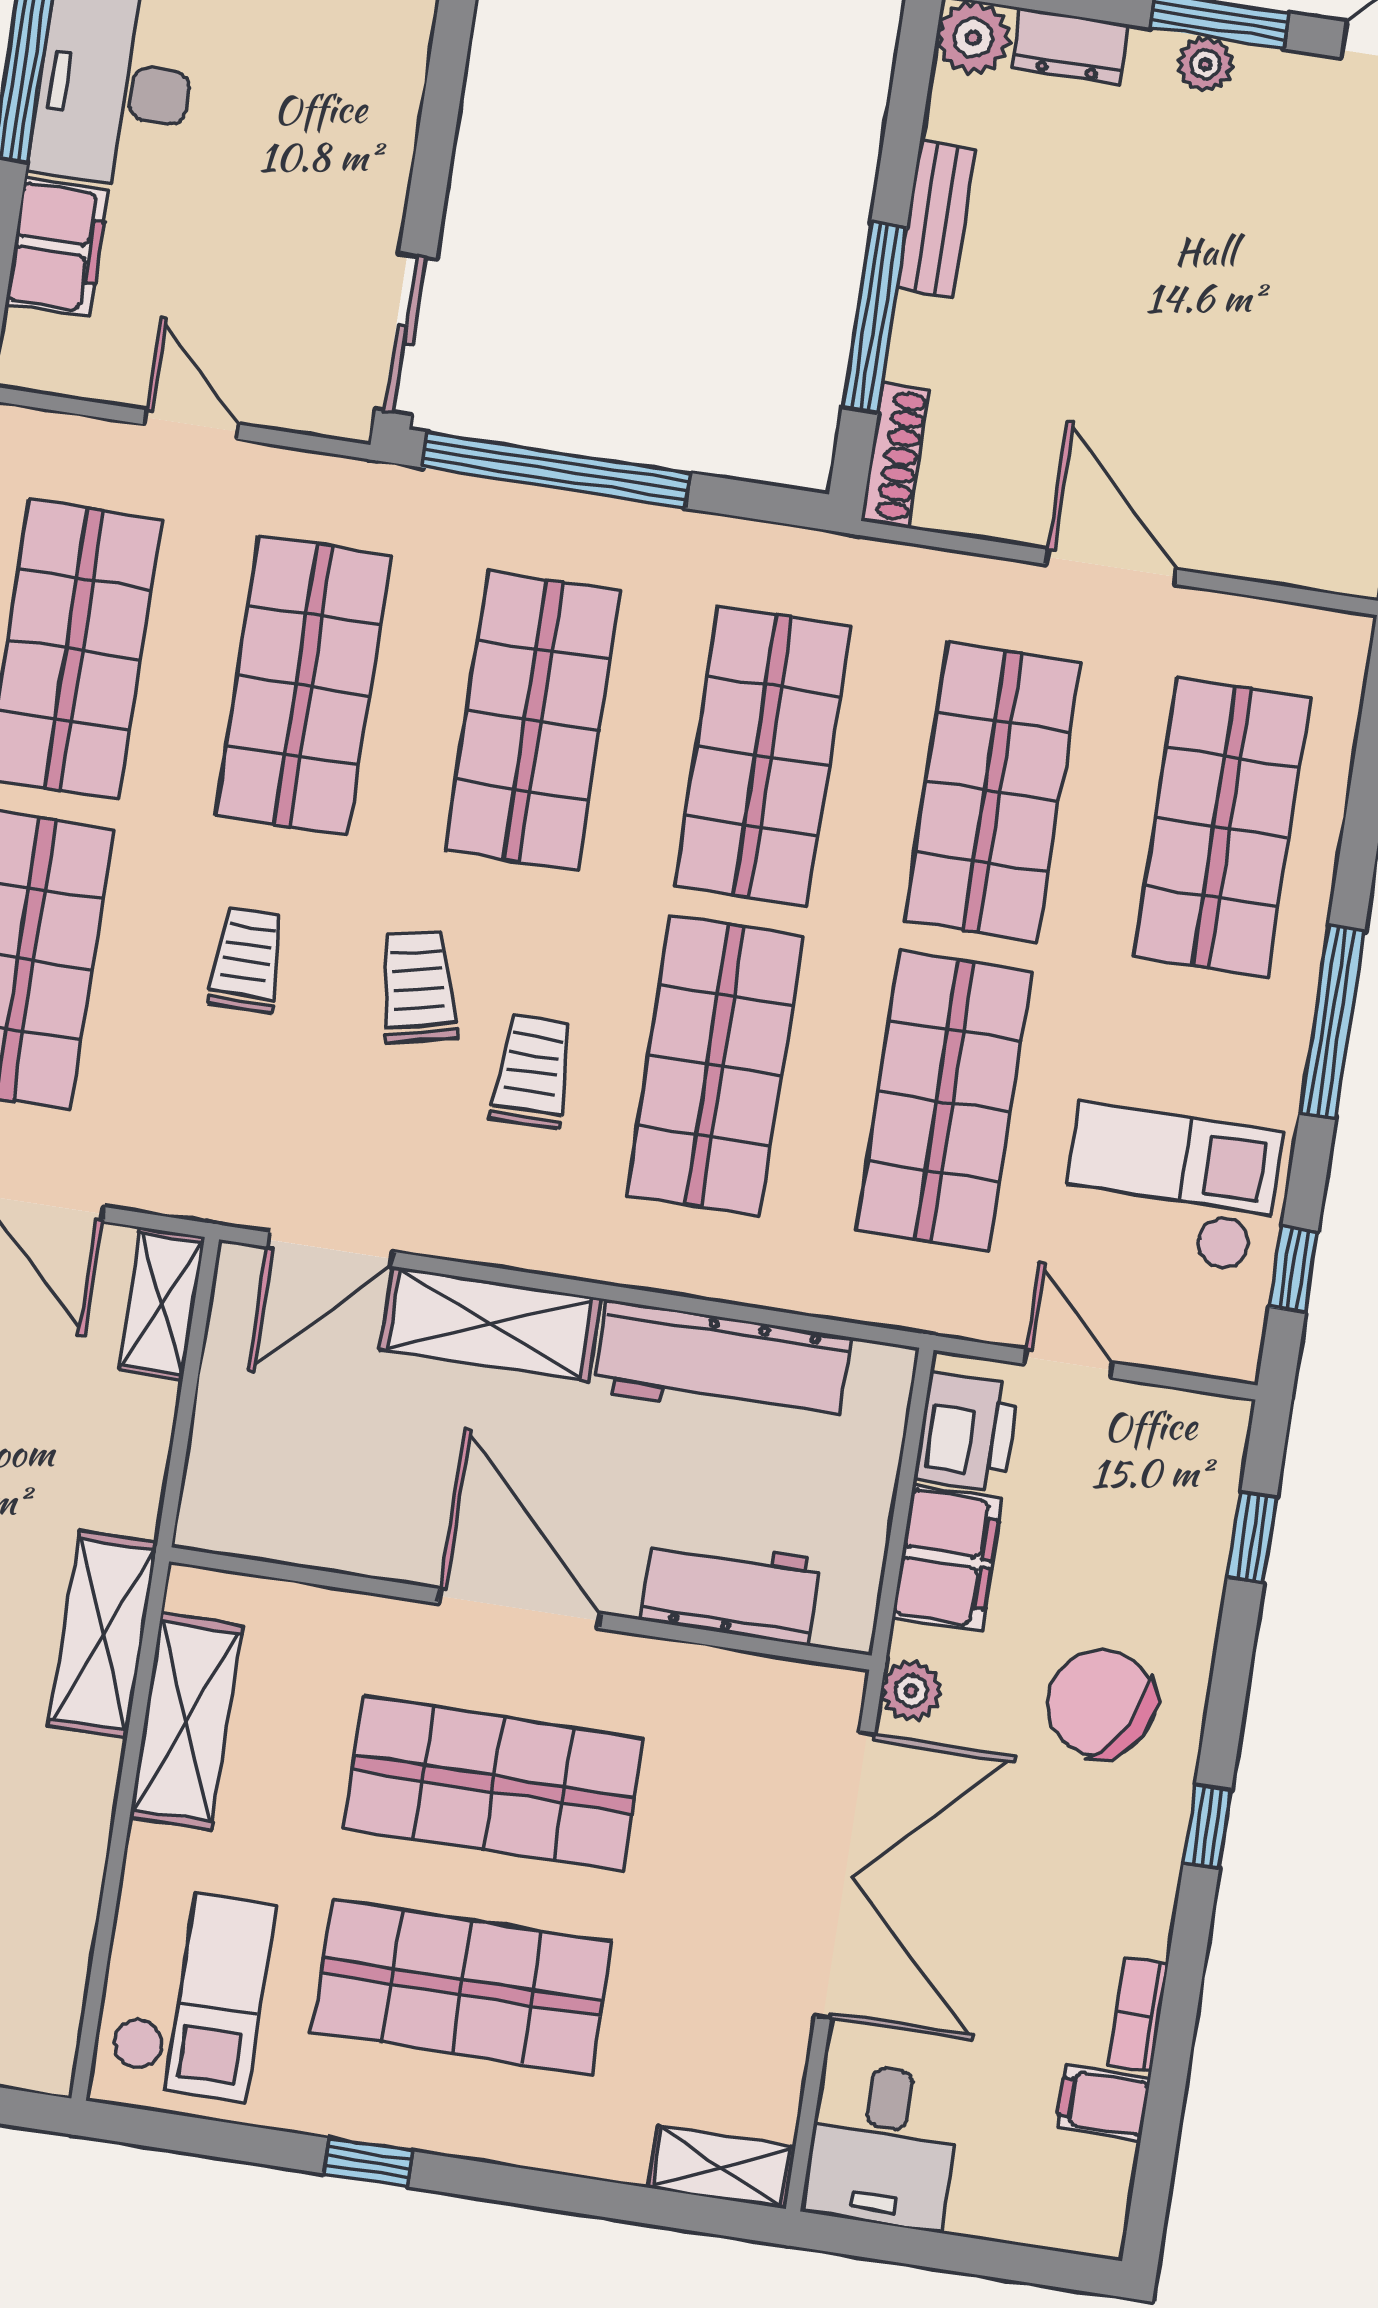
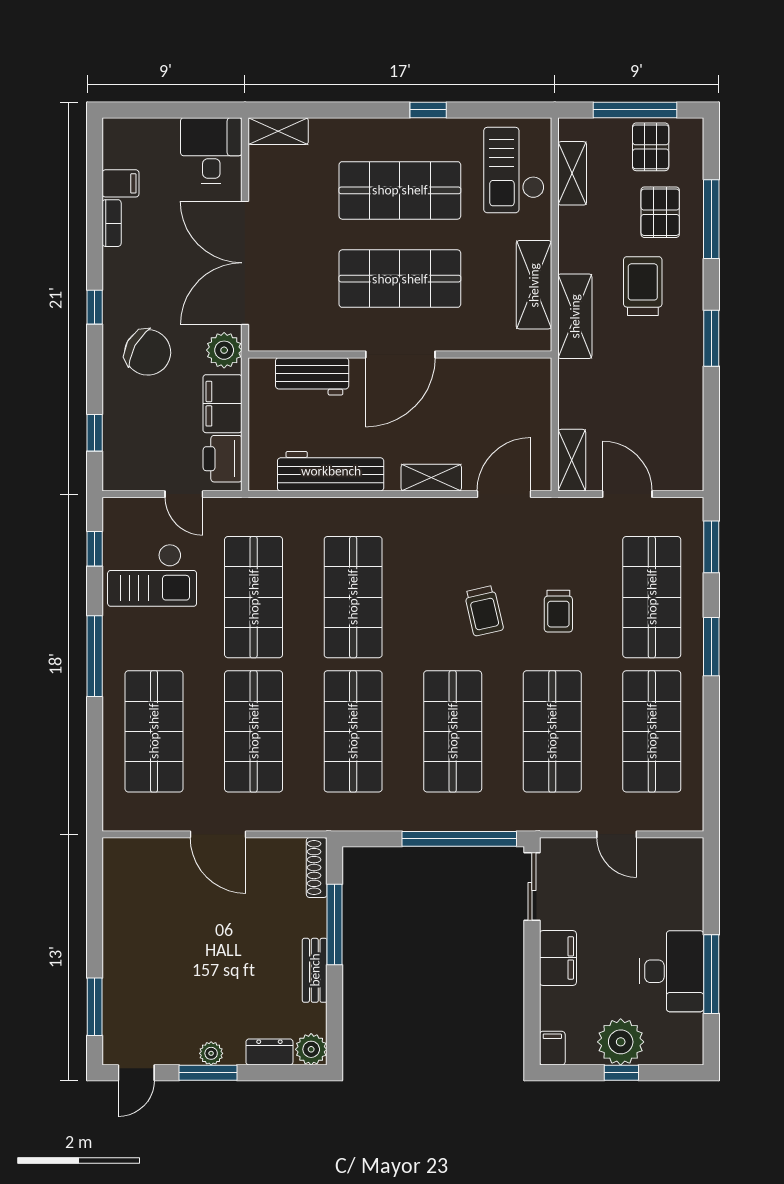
filing cabinet: (57, 247) -> (558, 958), moved, turned 180
trolley: (532, 1072) -> (430, 583), removed
shelving: (490, 1324) -> (431, 478), width x0.67, depth x0.75
door: (519, 1608) -> (400, 354), hinge flipped
plant: (911, 1691) -> (224, 350), width x1.38, depth x1.38
shelving: (58, 1965) -> (572, 173), added

